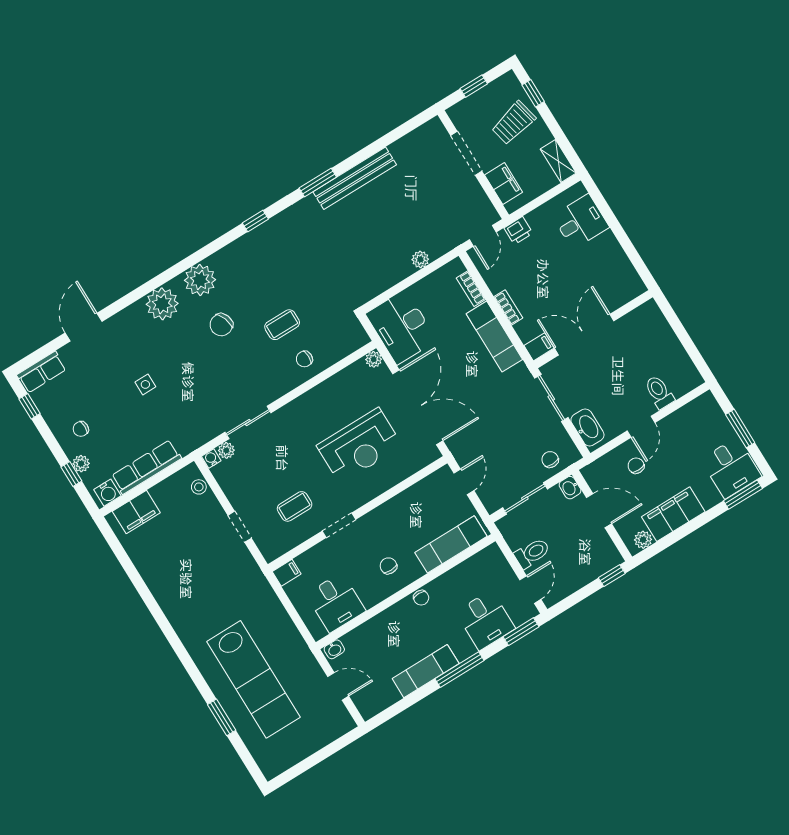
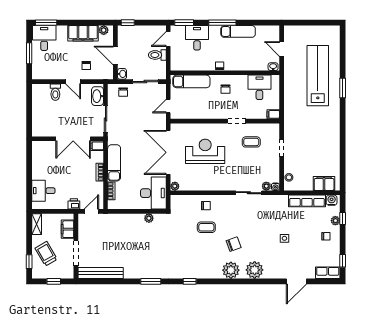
trolley: (514, 123) -> (46, 254), turned -107
bench: (355, 178) -> (101, 273), moved
plant: (420, 259) -> (149, 218), moved
door: (641, 427) -> (73, 82), swing flipped
window: (222, 717) -> (343, 88), moved

